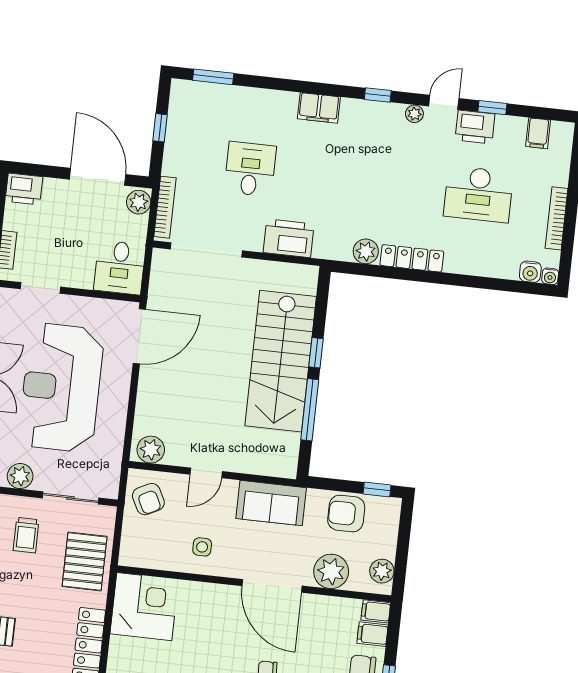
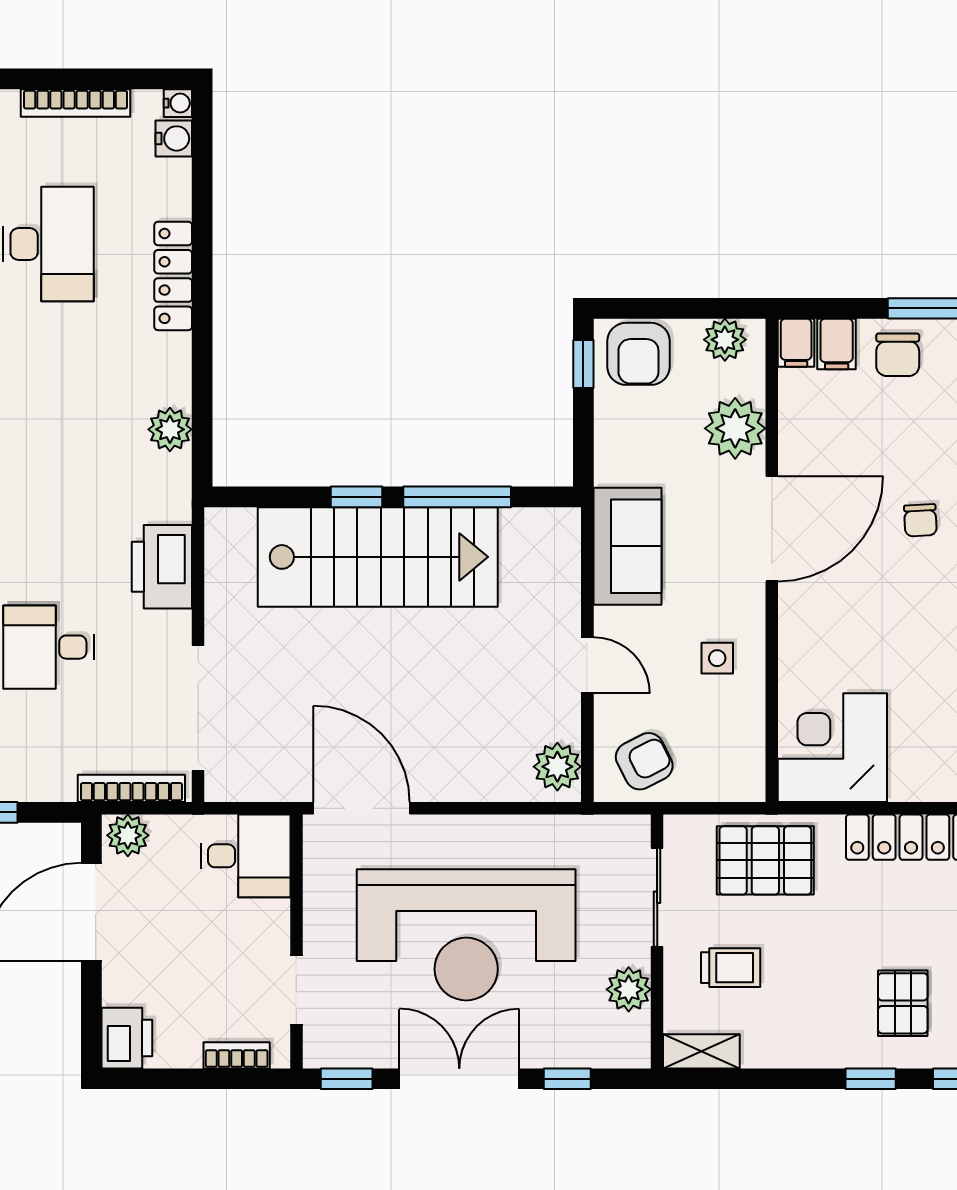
locker: (412, 258) -> (173, 276), moved
armchair: (346, 514) -> (638, 354), moved

